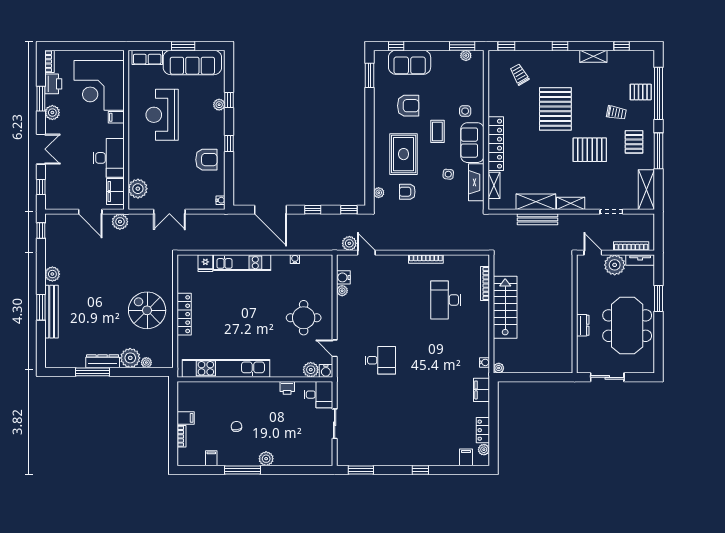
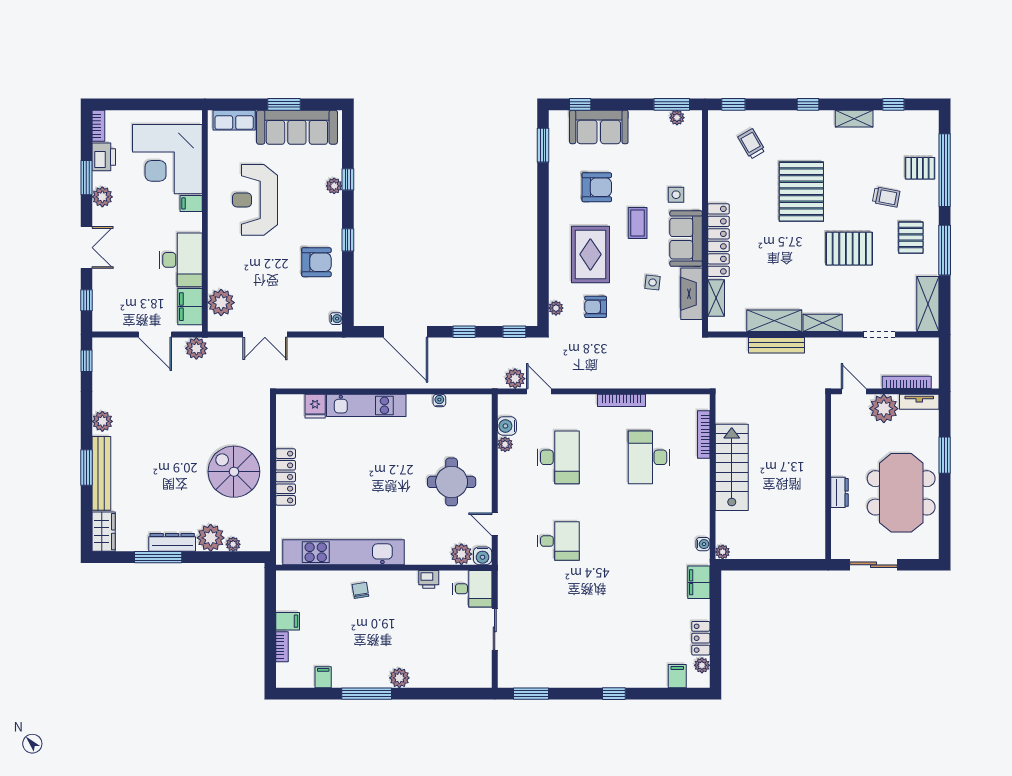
desk: (380, 300) -> (558, 457), added
wardrobe: (53, 353) -> (104, 532), added
chair: (236, 426) -> (360, 590), moved

